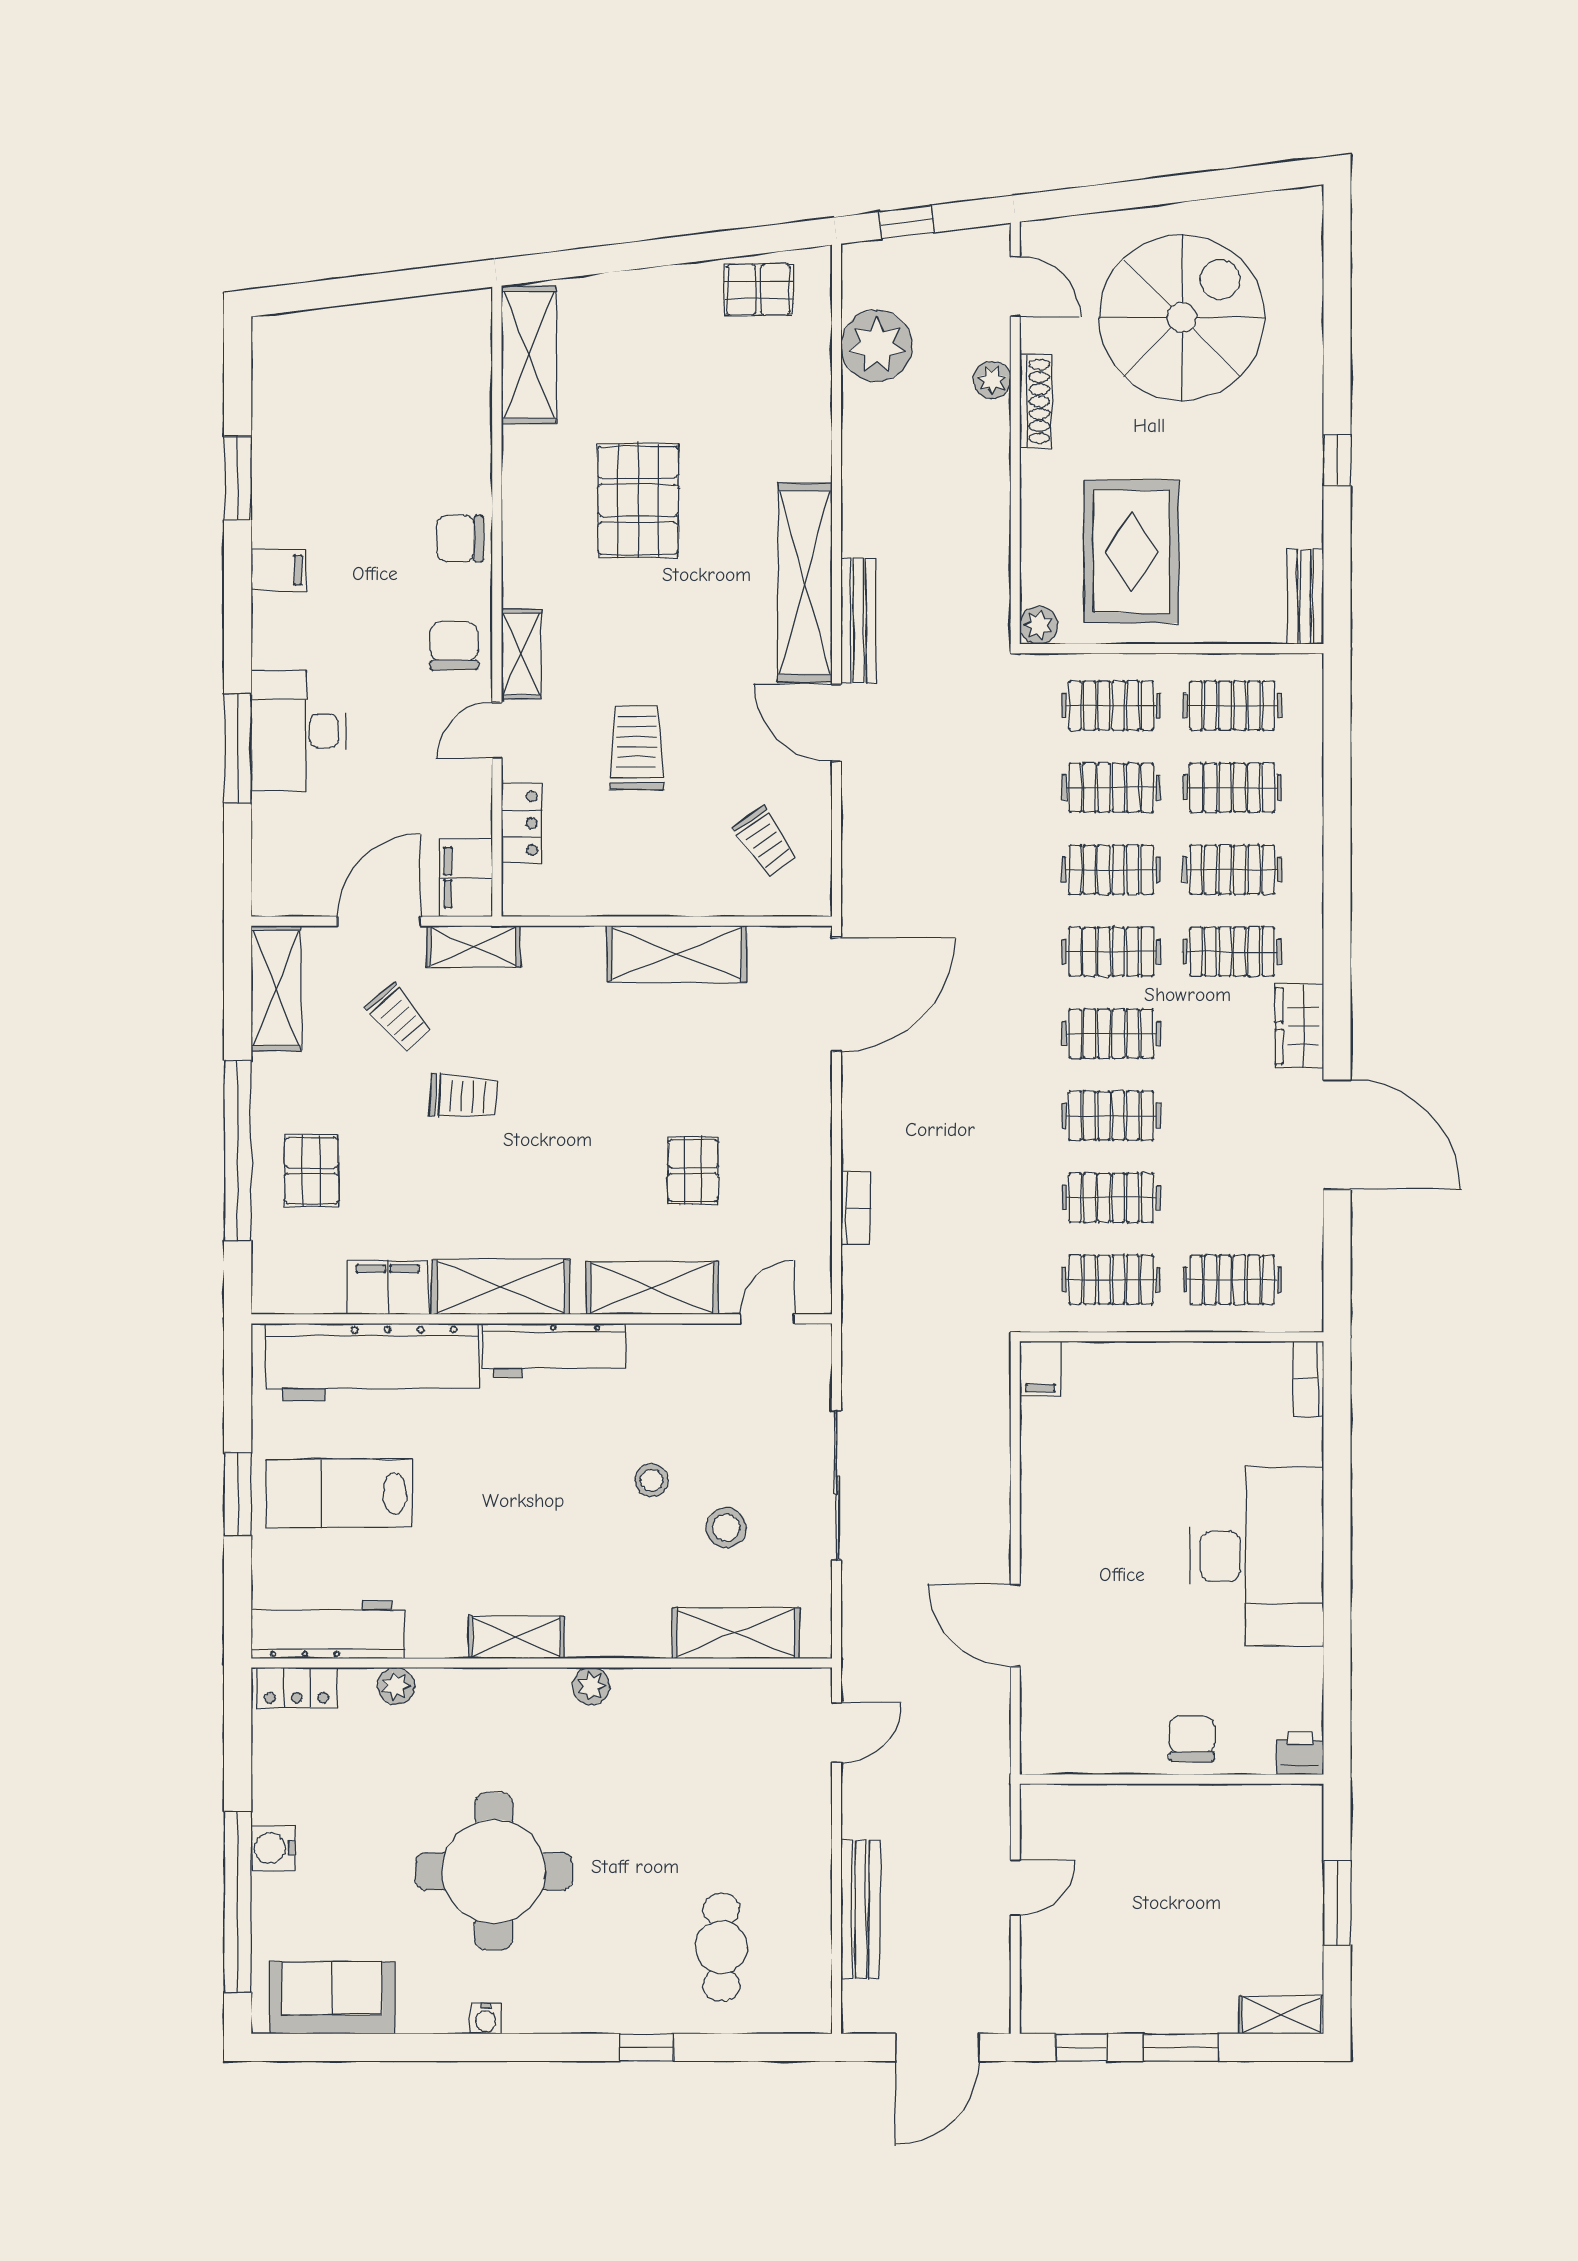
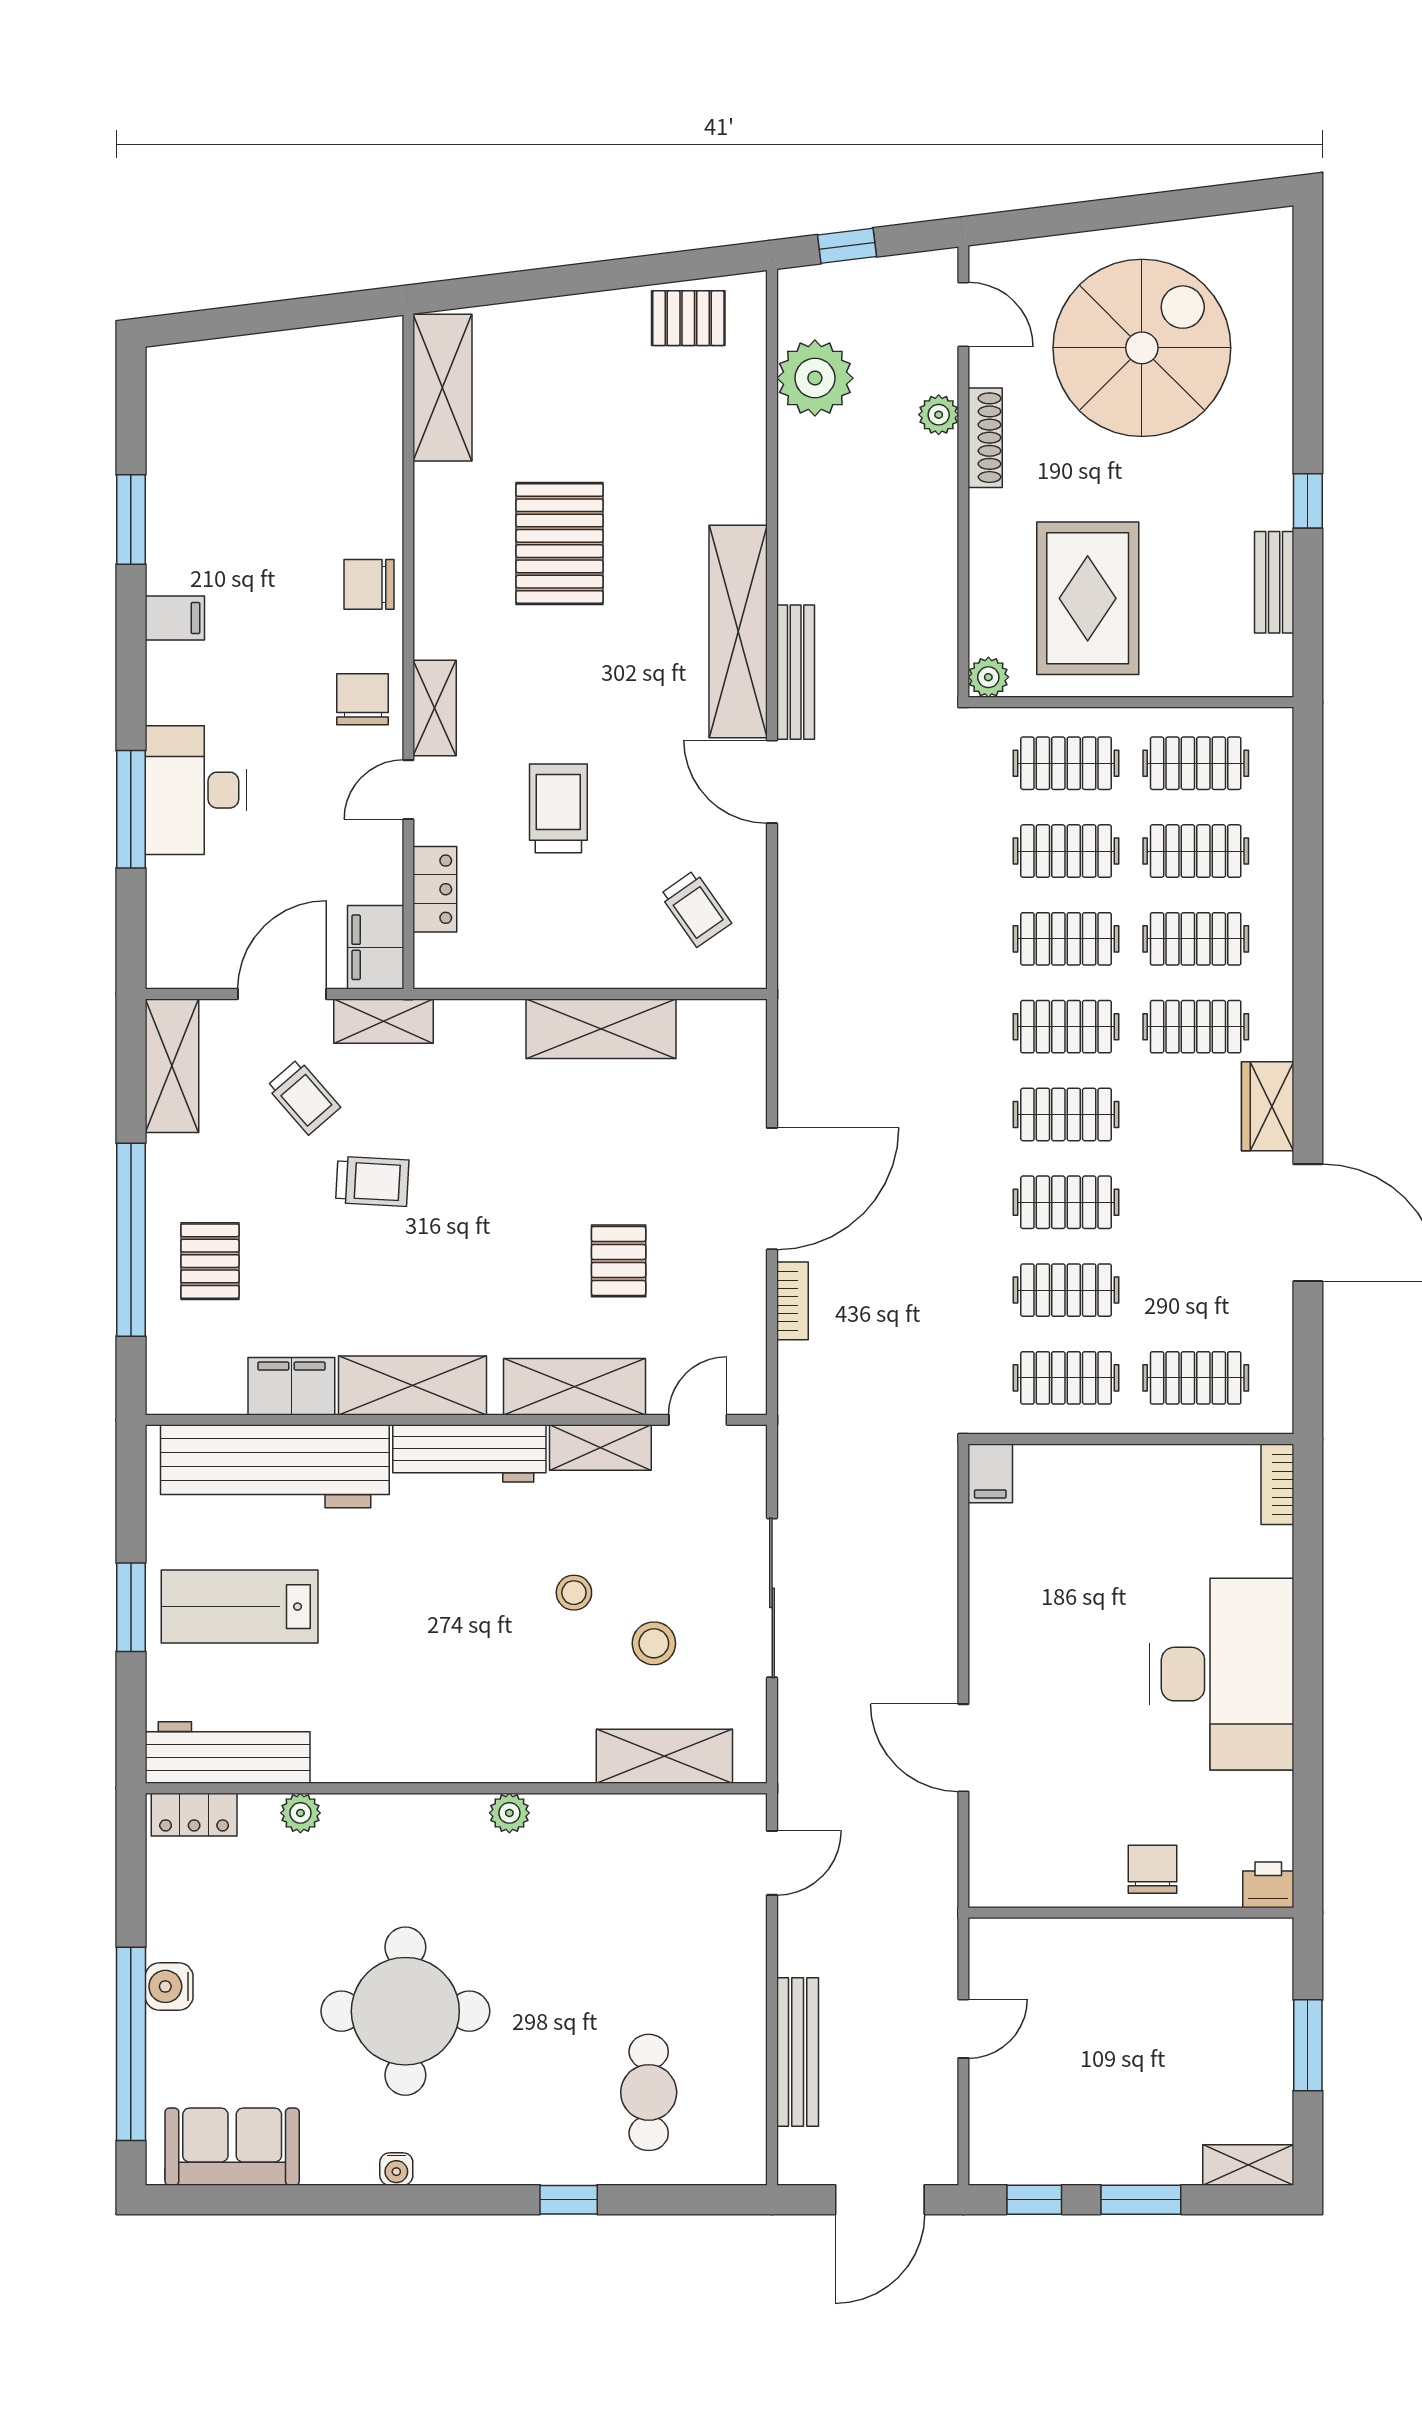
bench: (1305, 597) -> (1274, 582), moved
door: (836, 994) -> (772, 1189), moved
shelving: (516, 1637) -> (600, 1447), moved

